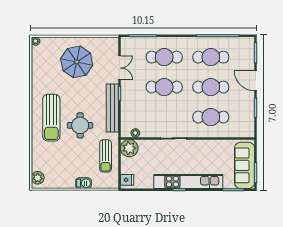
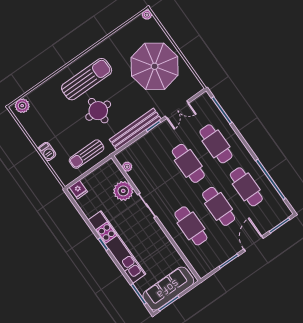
parasol: (77, 62) -> (155, 66), width x1.36, depth x1.36
sun lounger: (51, 118) -> (87, 79), turned 180
plant: (129, 148) -> (123, 191), moved

